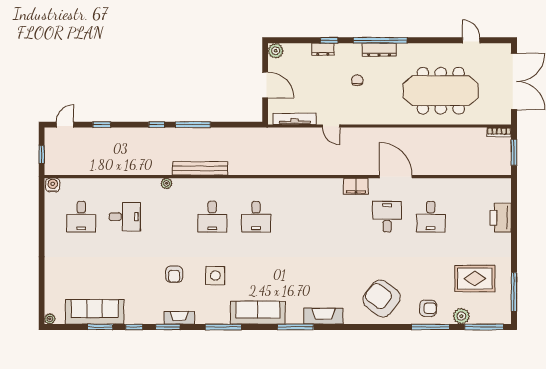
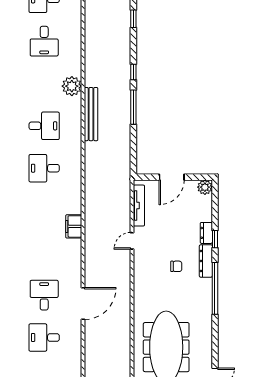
dresser: (379, 50) -> (206, 261), moved
plant: (167, 183) -> (72, 86), width x1.88, depth x1.88
filing cabinet: (356, 186) -> (74, 226), moved
desk: (212, 217) -> (44, 126), turned 180
desk: (387, 217) -> (44, 295), turned -90

